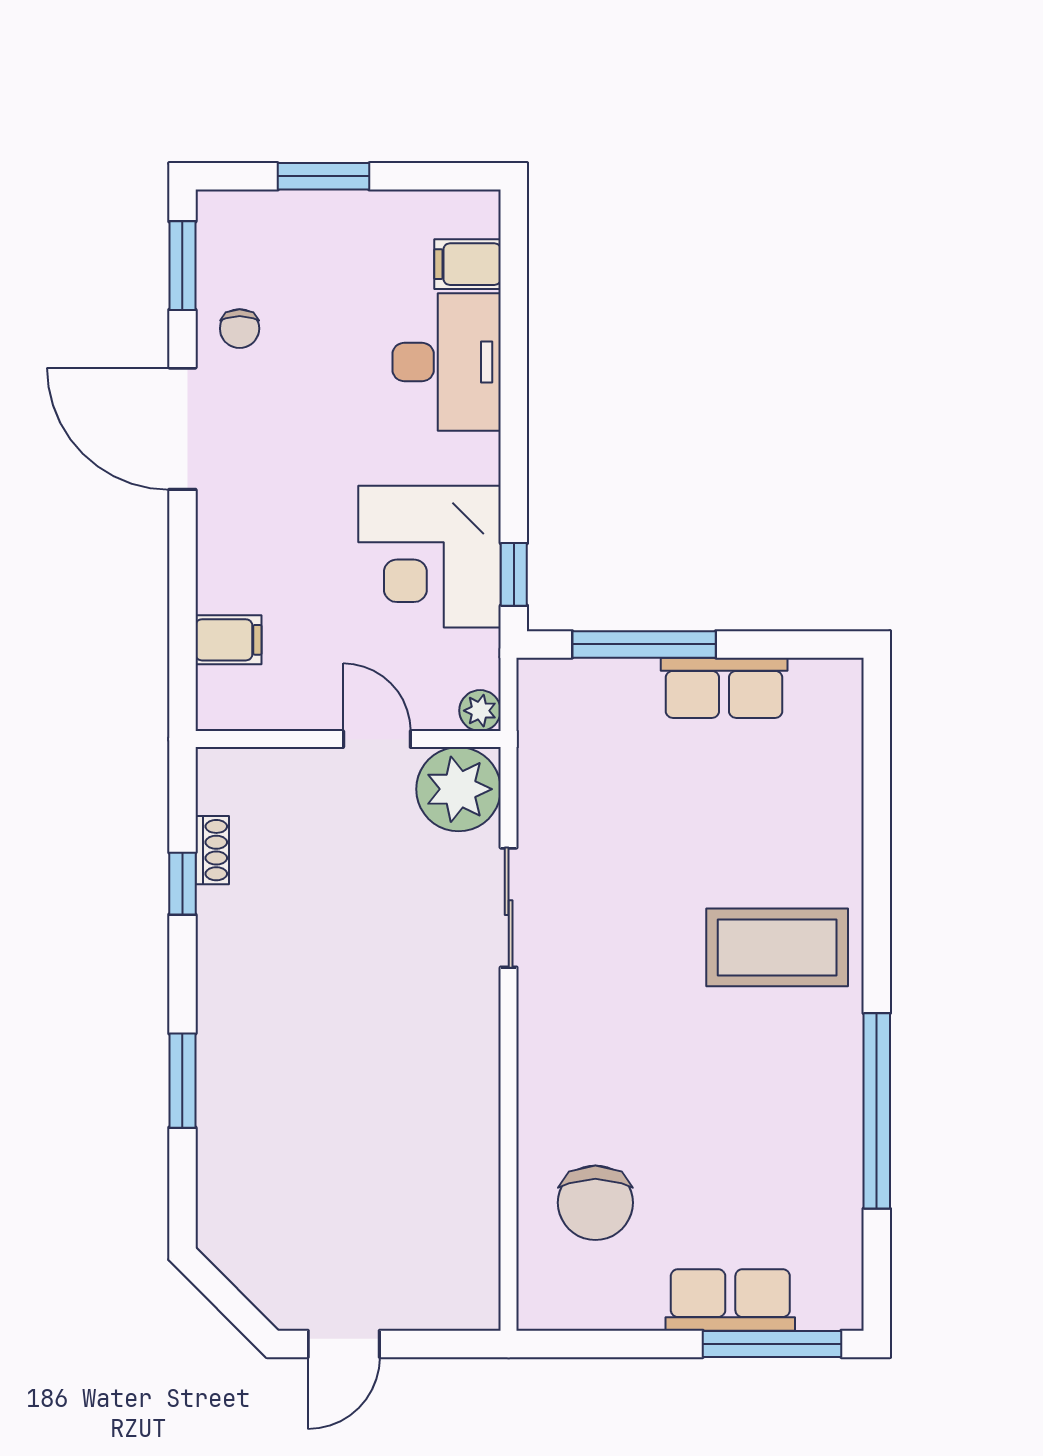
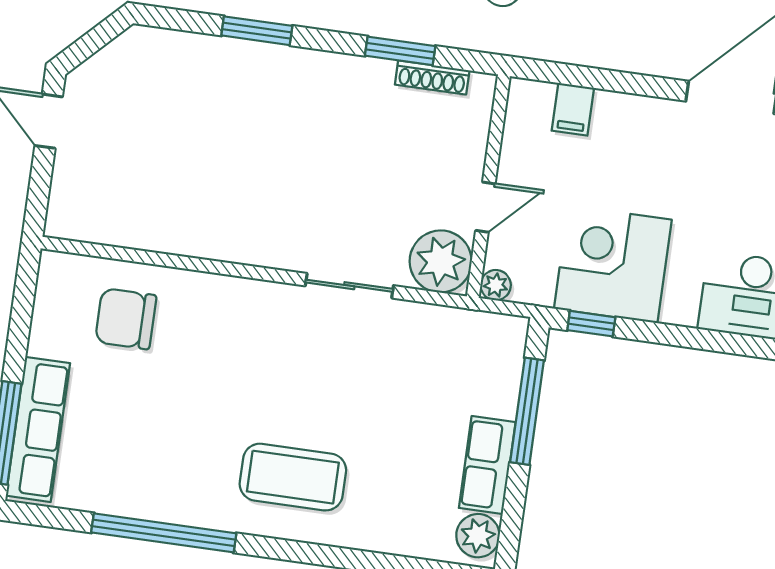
plant: (821, 687) -> (478, 536), added
shoe rack: (212, 850) -> (432, 77), width x1.43
window: (182, 884) -> (400, 51), width x1.50
coffee table: (777, 947) -> (293, 477), turned 90
row of seats: (730, 1300) -> (38, 429), width x1.48

